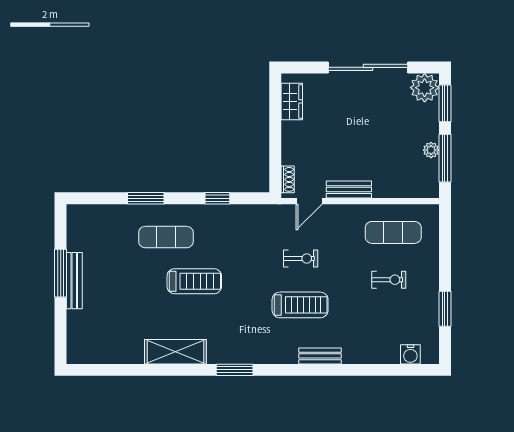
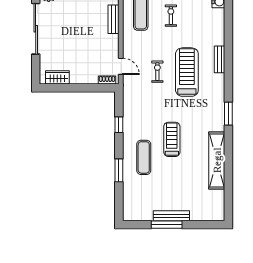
bench: (349, 190) -> (113, 19), moved
treadmill: (300, 305) -> (187, 72), width x1.37, depth x1.38
shelving: (175, 352) -> (217, 160), width x1.47

